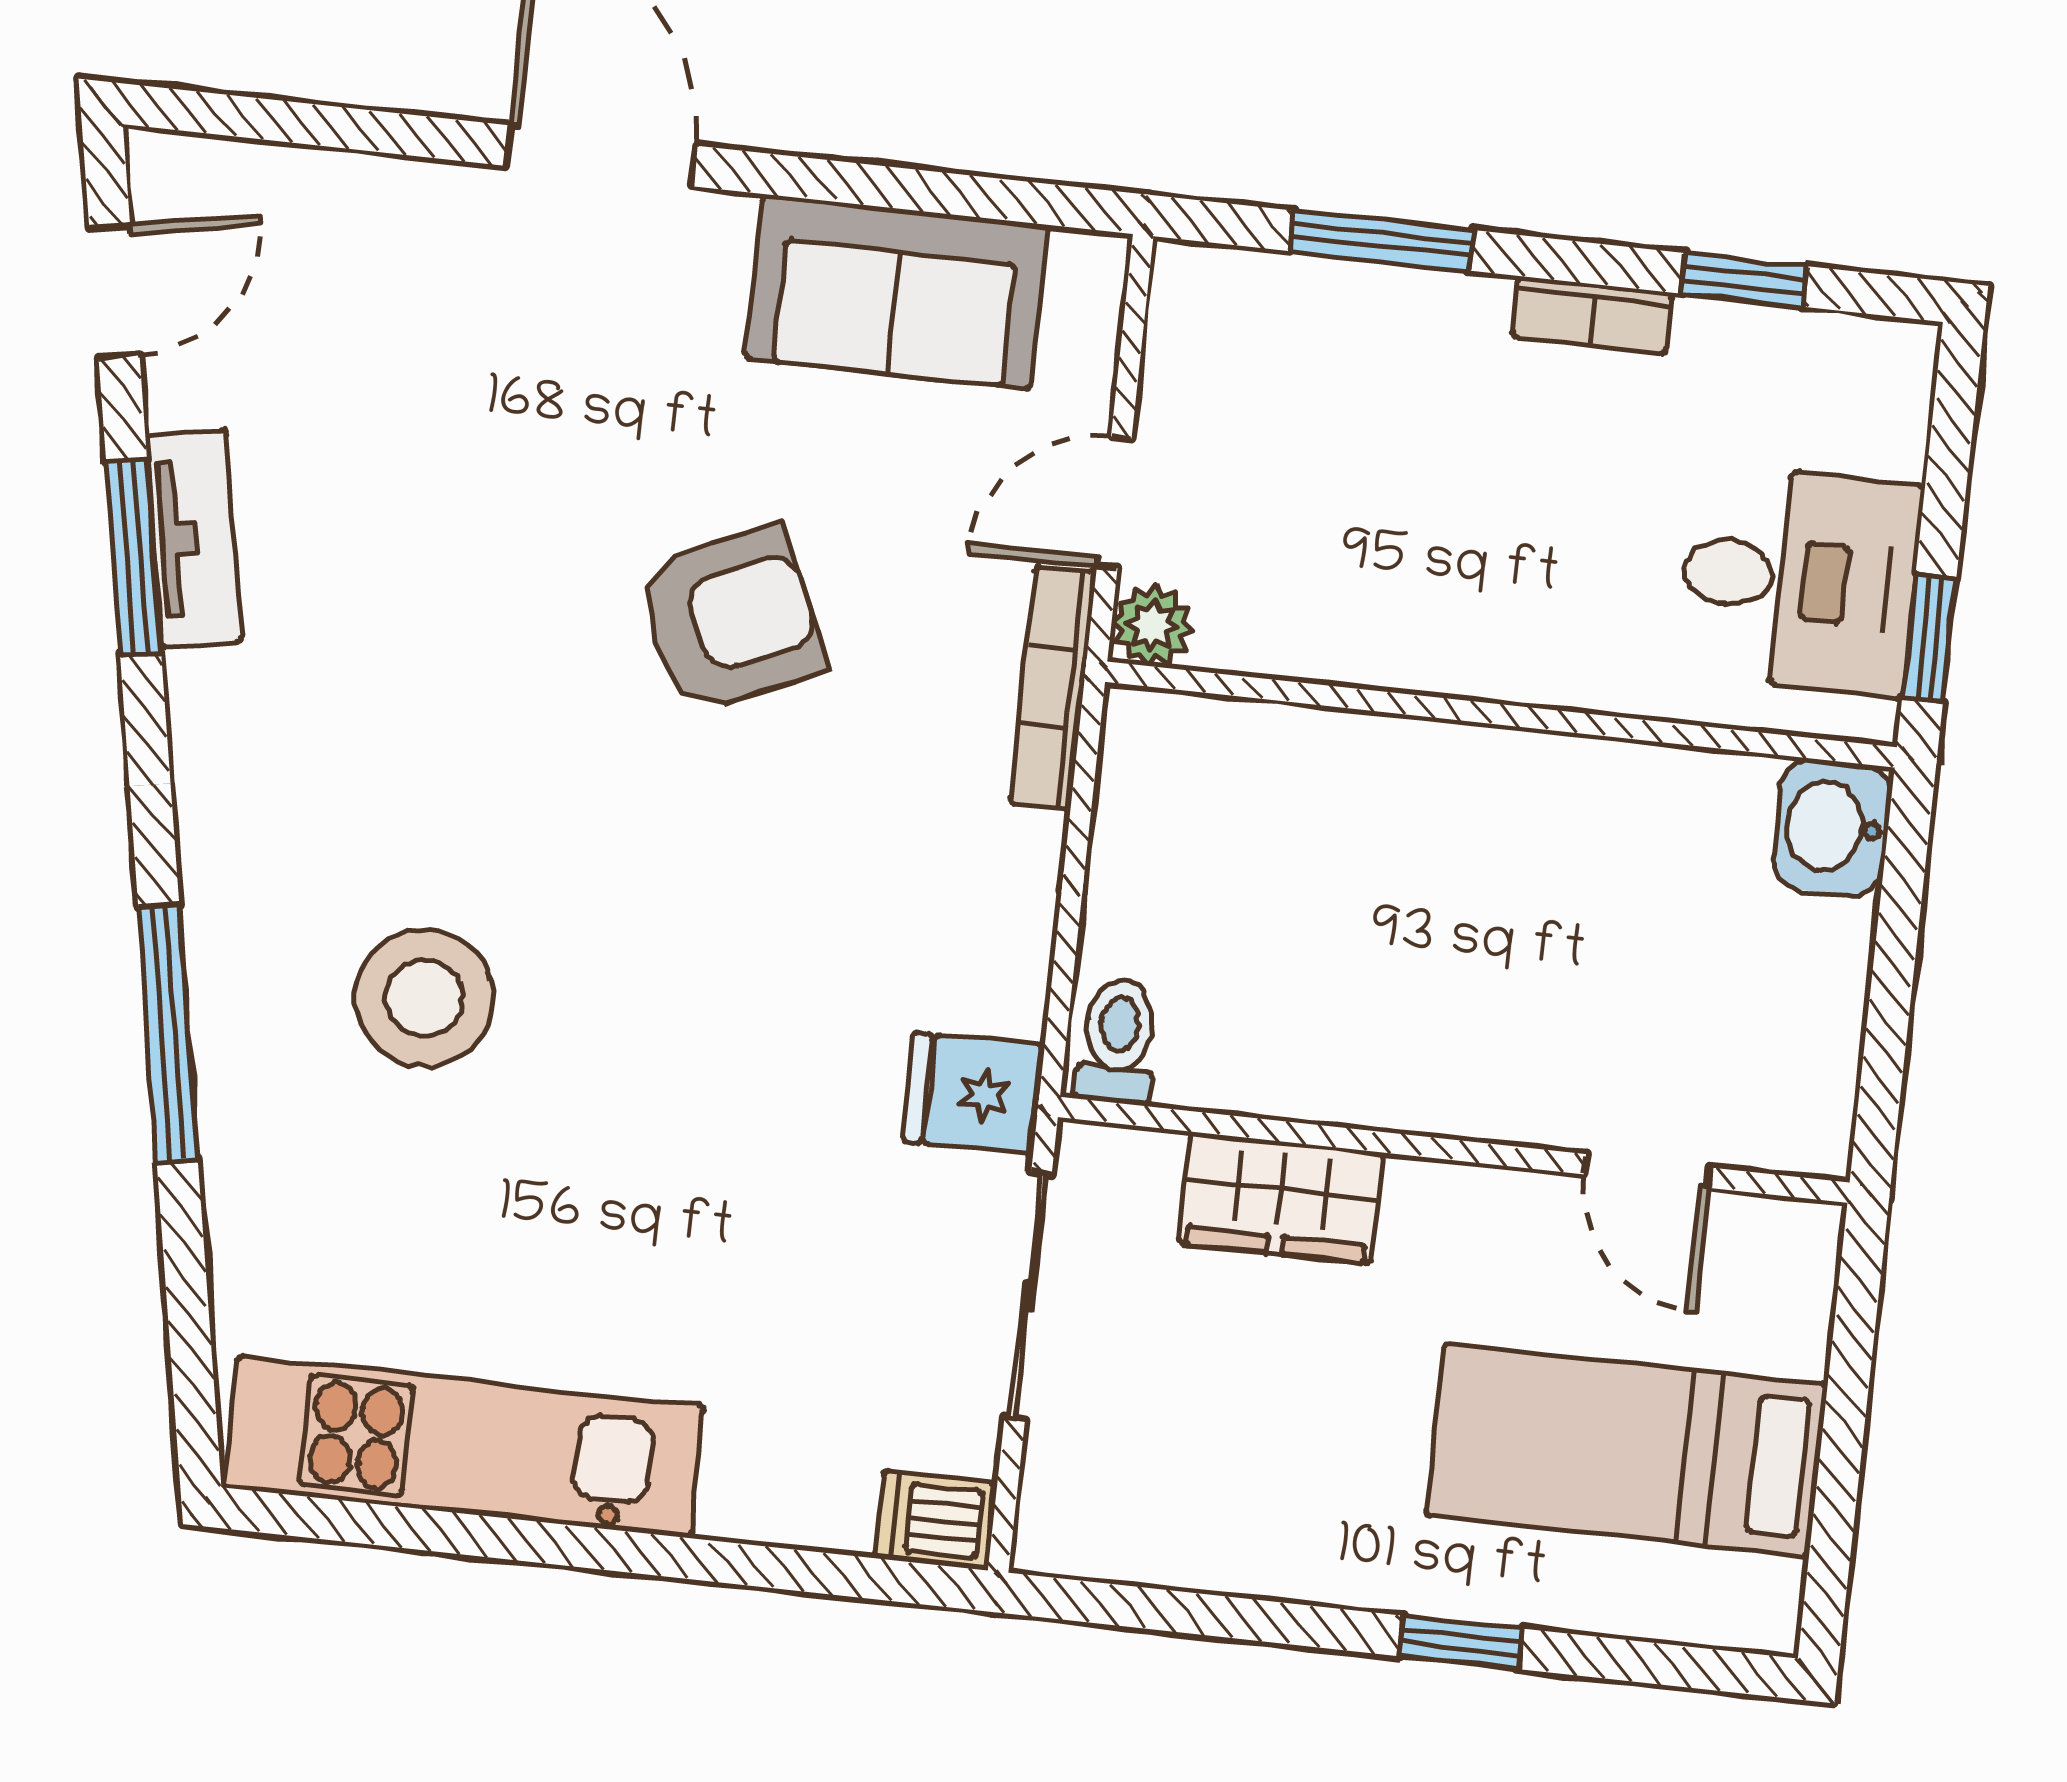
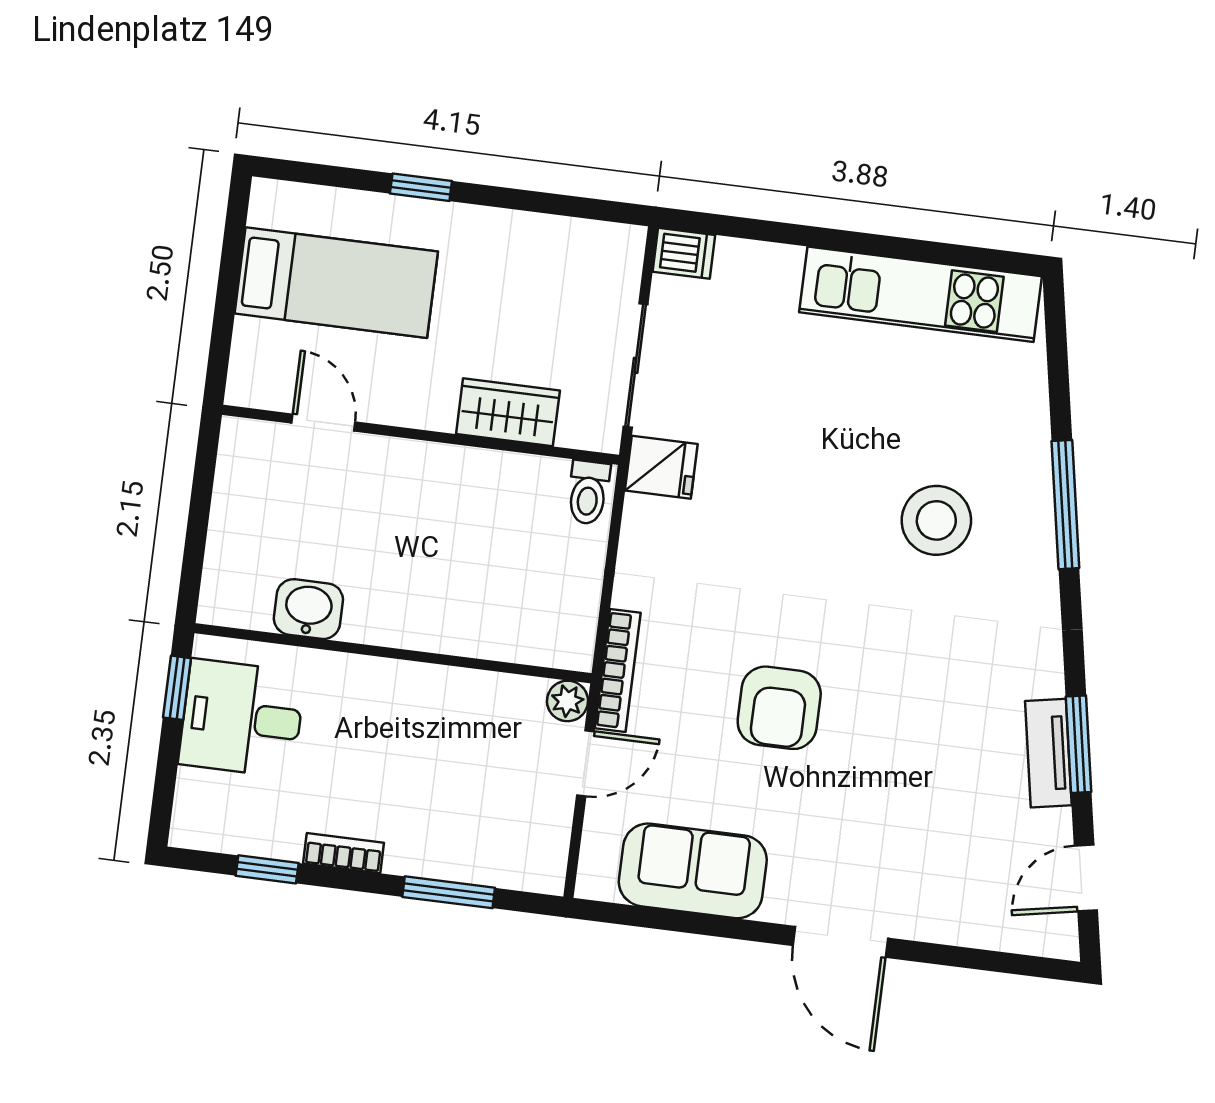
armchair: (731, 619) -> (779, 708), turned -66
washbasin: (1832, 827) -> (308, 609), moved, turned -90

